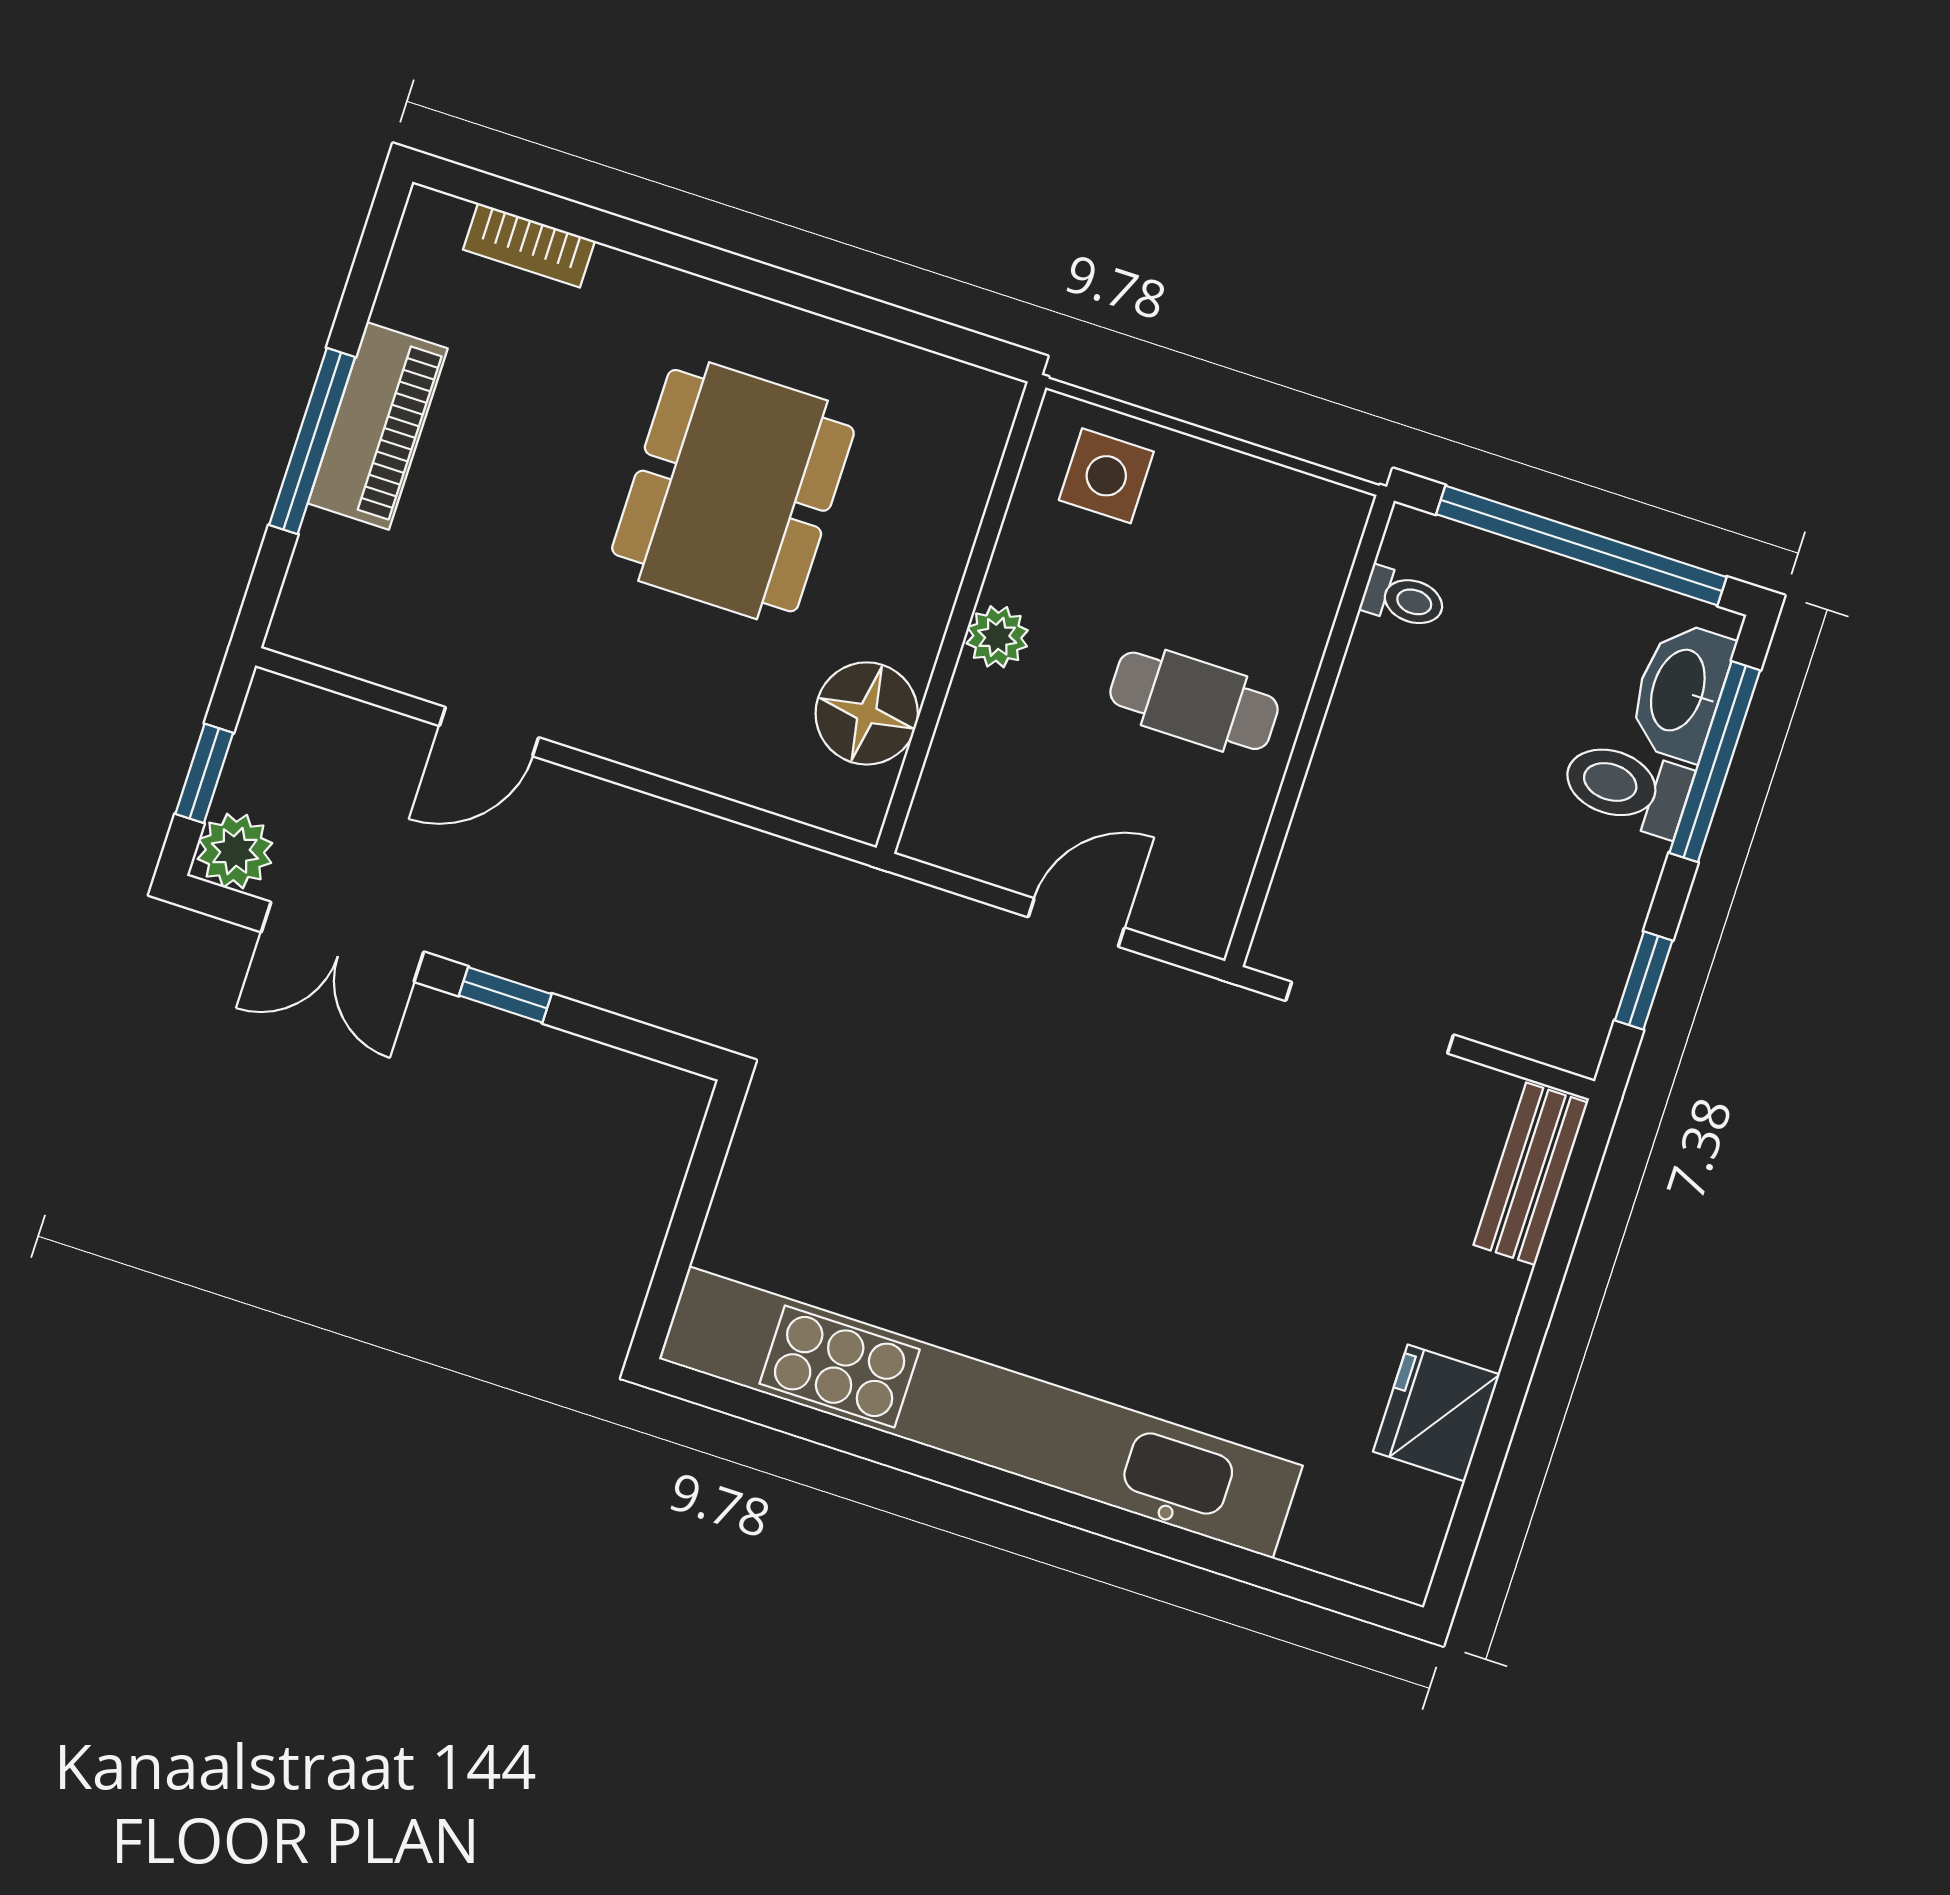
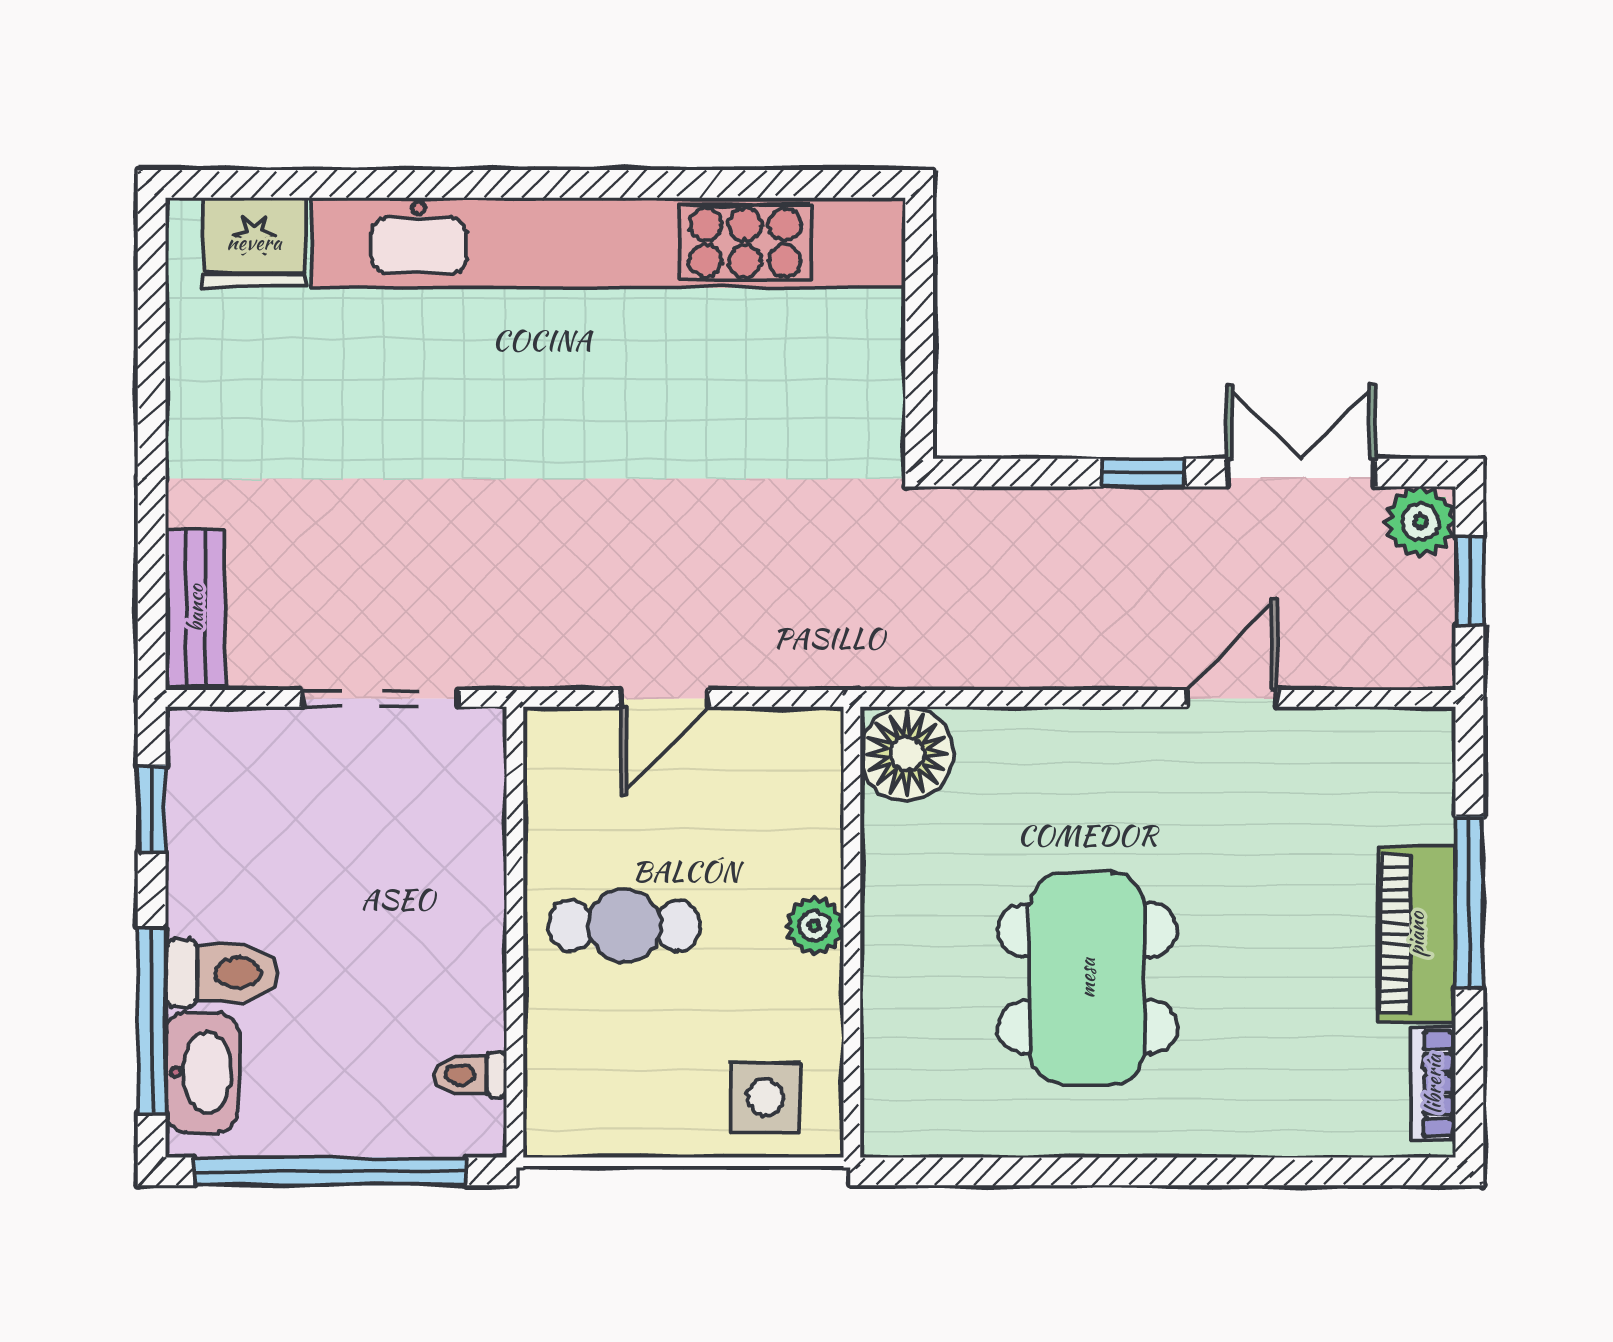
bookcase: (529, 245) -> (1433, 1084), moved, turned -90
floor lamp: (867, 713) -> (907, 754), moved
fridge: (1436, 1413) -> (254, 242), moved, turned 90

